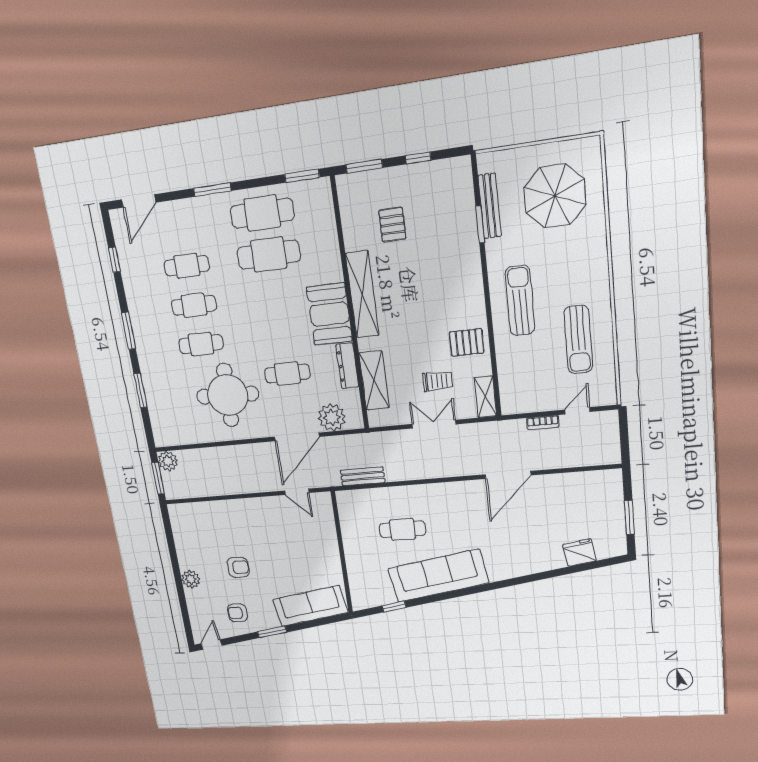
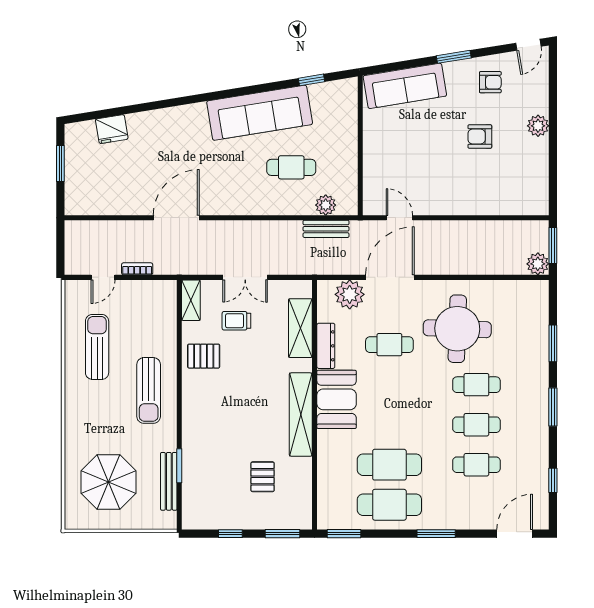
plant: (366, 498) -> (326, 205), added

